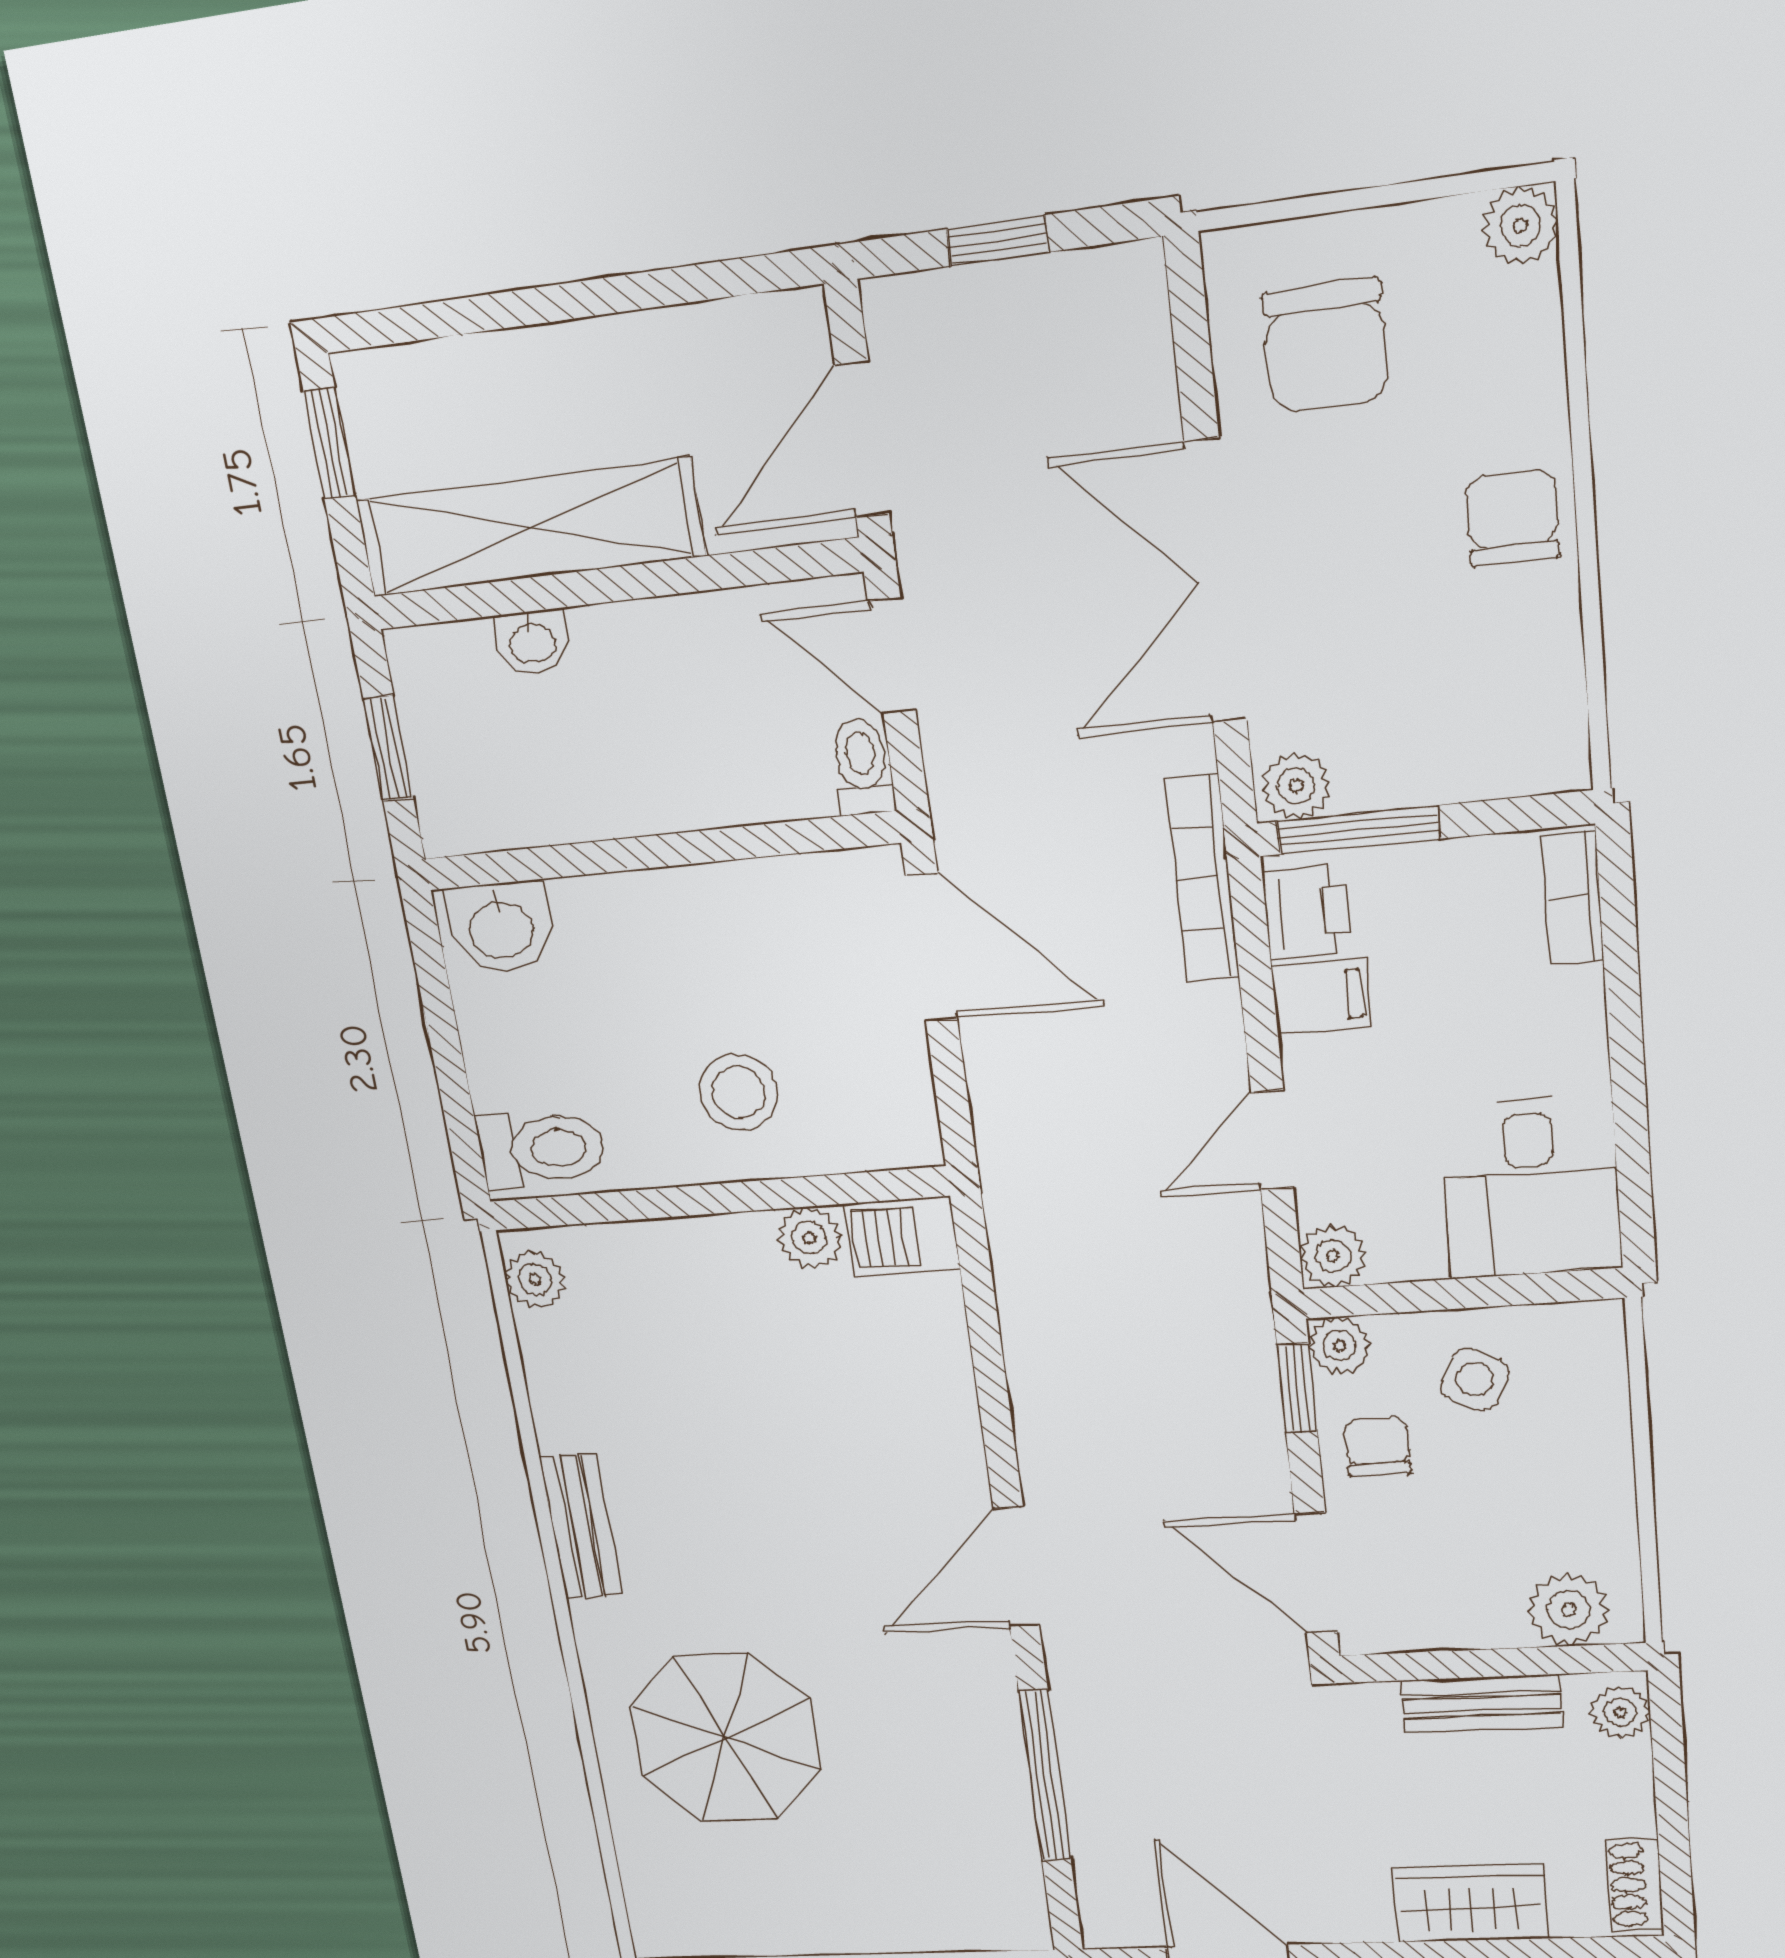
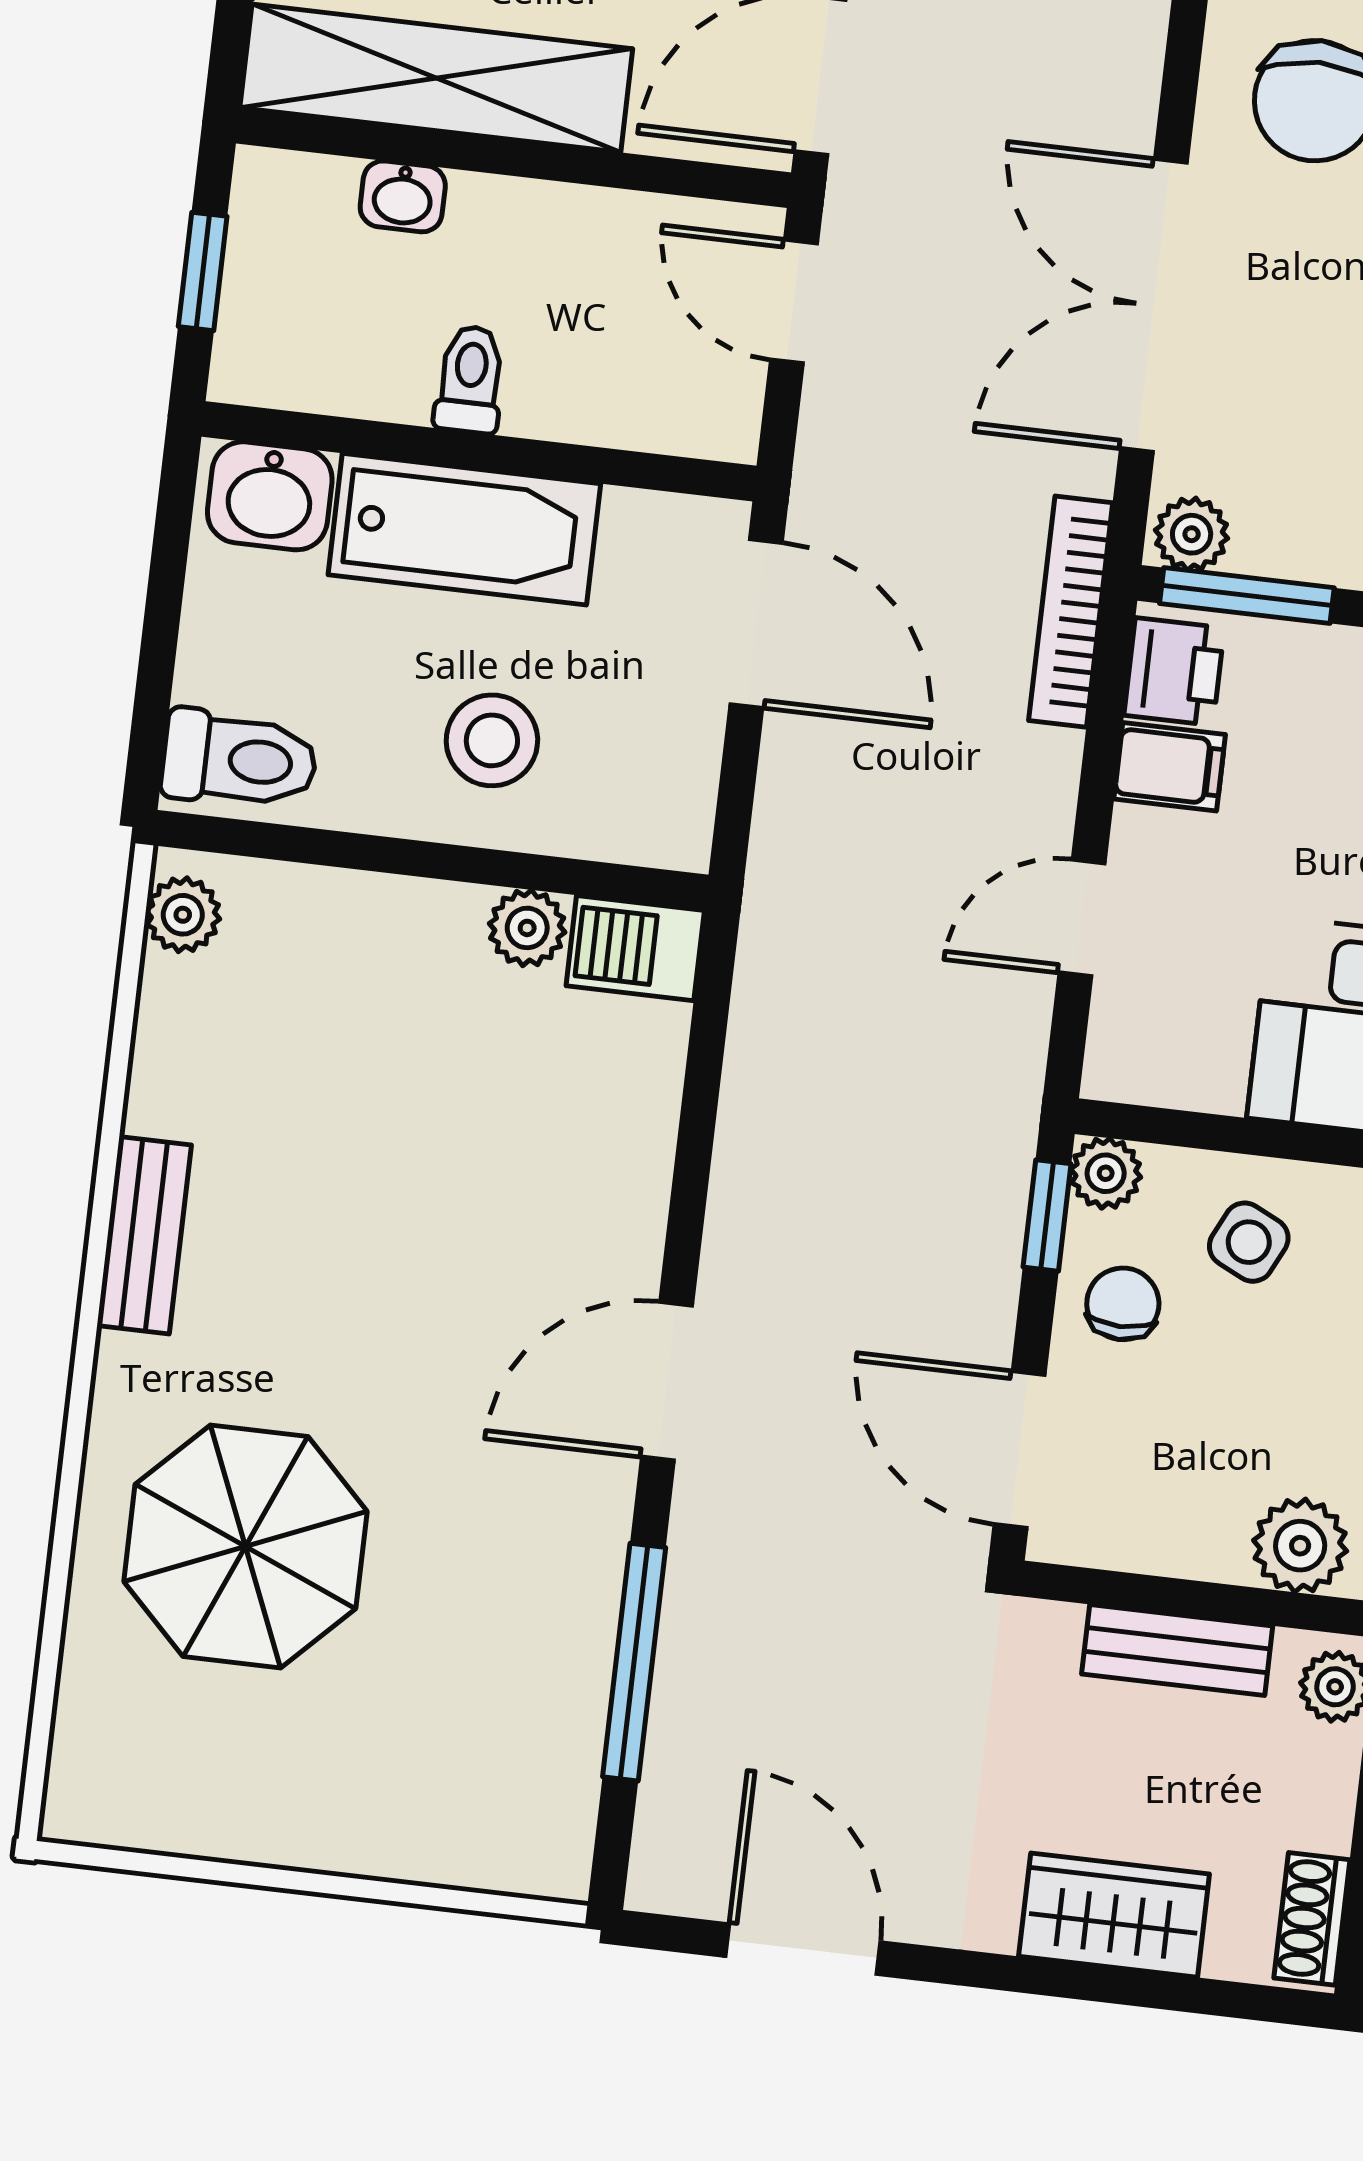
toilet: (862, 766) -> (470, 379), moved
bathtub: (666, 921) -> (464, 529), added
plant: (1333, 1256) -> (1121, 1065), removed

